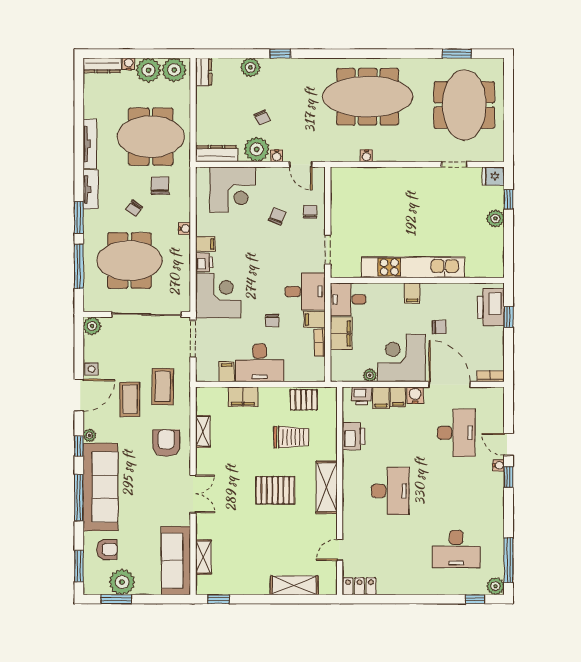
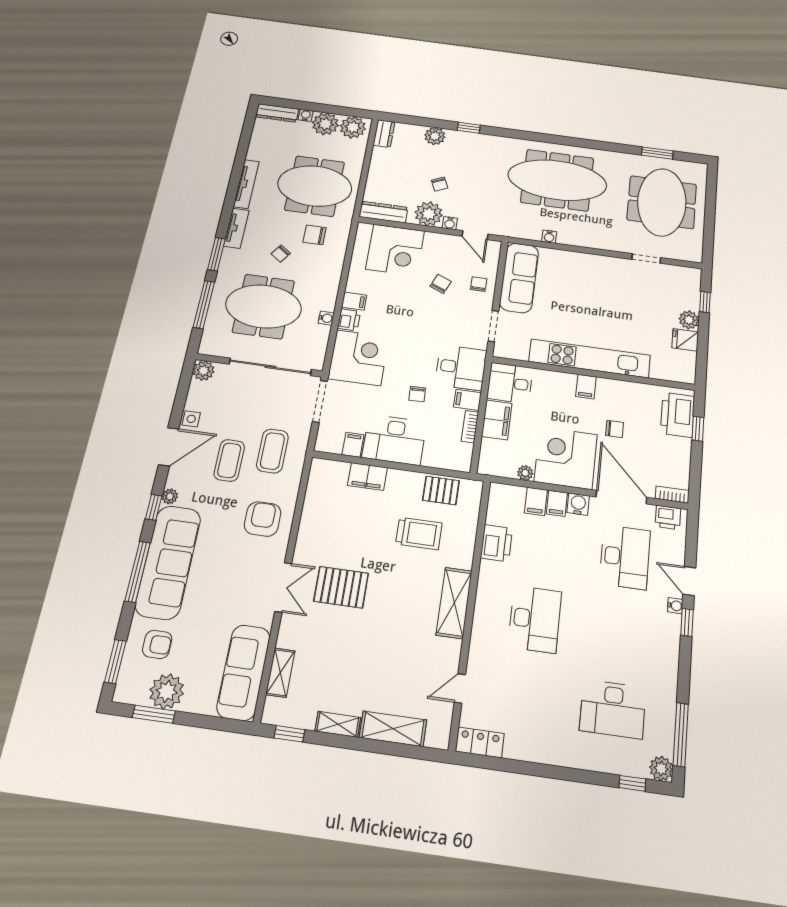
fridge: (493, 176) -> (685, 340), moved
chair: (160, 186) -> (314, 235), turned -90
sofa: (344, 200) -> (519, 278), added
water cooler: (185, 229) -> (326, 318), moved
printer: (362, 396) -> (668, 517), moved
shelving: (203, 432) -> (338, 724), moved, turned 90
pallet: (275, 490) -> (341, 587), moved

